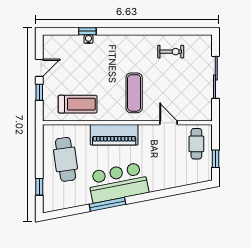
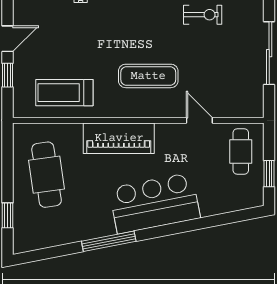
exercise mat: (134, 93) -> (148, 76), turned 90
treadmill: (78, 104) -> (64, 93), turned 180
bar counter: (118, 183) -> (155, 203), moved

